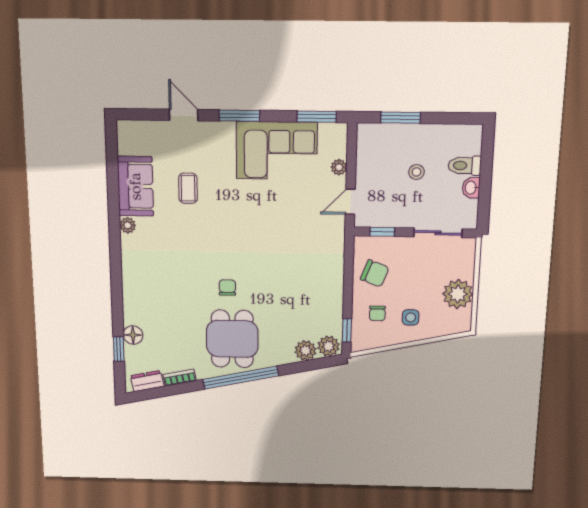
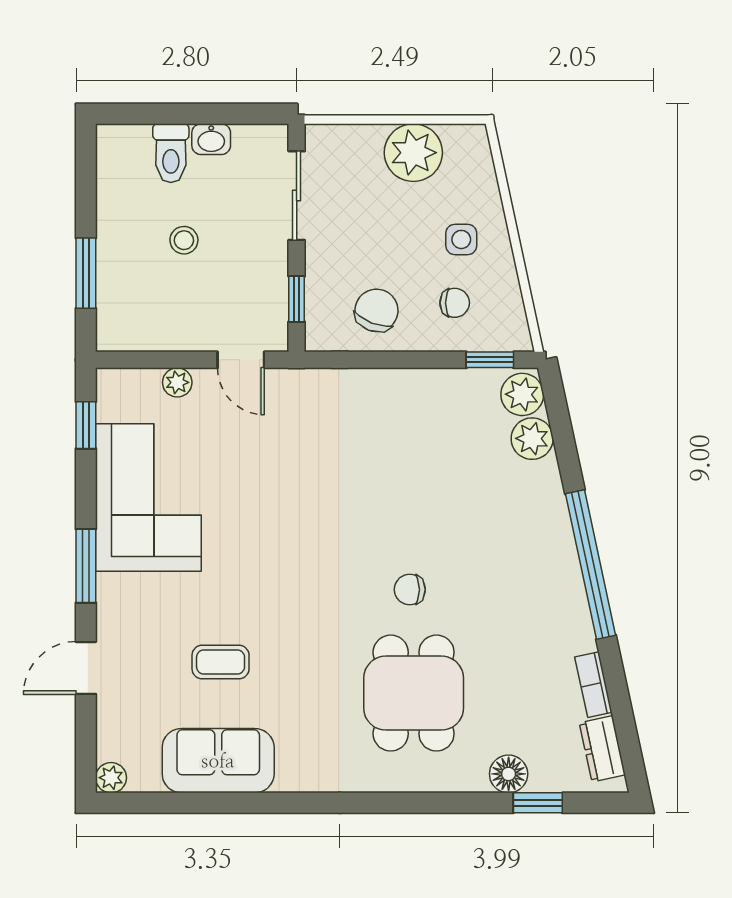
window: (317, 117) -> (86, 425), width x0.67
plant: (128, 225) -> (111, 778), moved
dining table: (232, 339) -> (414, 693), moved, turned 90

